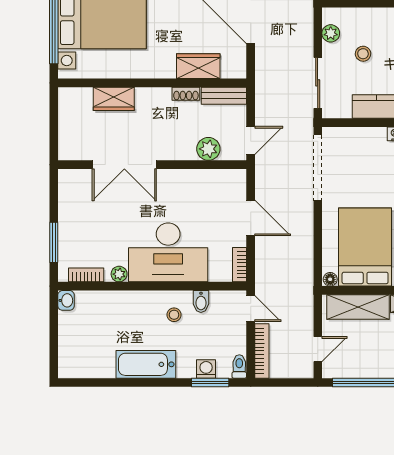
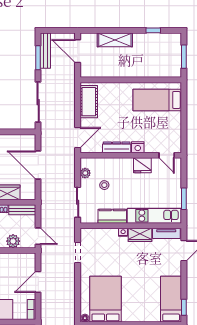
door: (251, 140) -> (38, 236), hinge flipped
doorway: (318, 168) -> (78, 252), width x0.53
door: (251, 218) -> (38, 282), swing flipped

